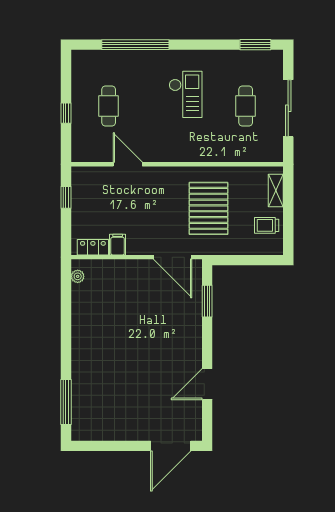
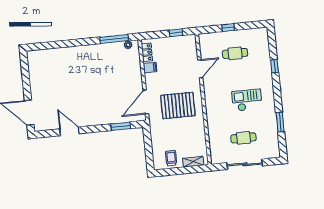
window: (135, 45) -> (274, 66), width x0.32
window: (255, 45) -> (280, 122), moved
checkout: (186, 94) -> (247, 100), turned 180
pallet: (208, 208) -> (178, 106), moved
window: (66, 402) -> (114, 39), moved

